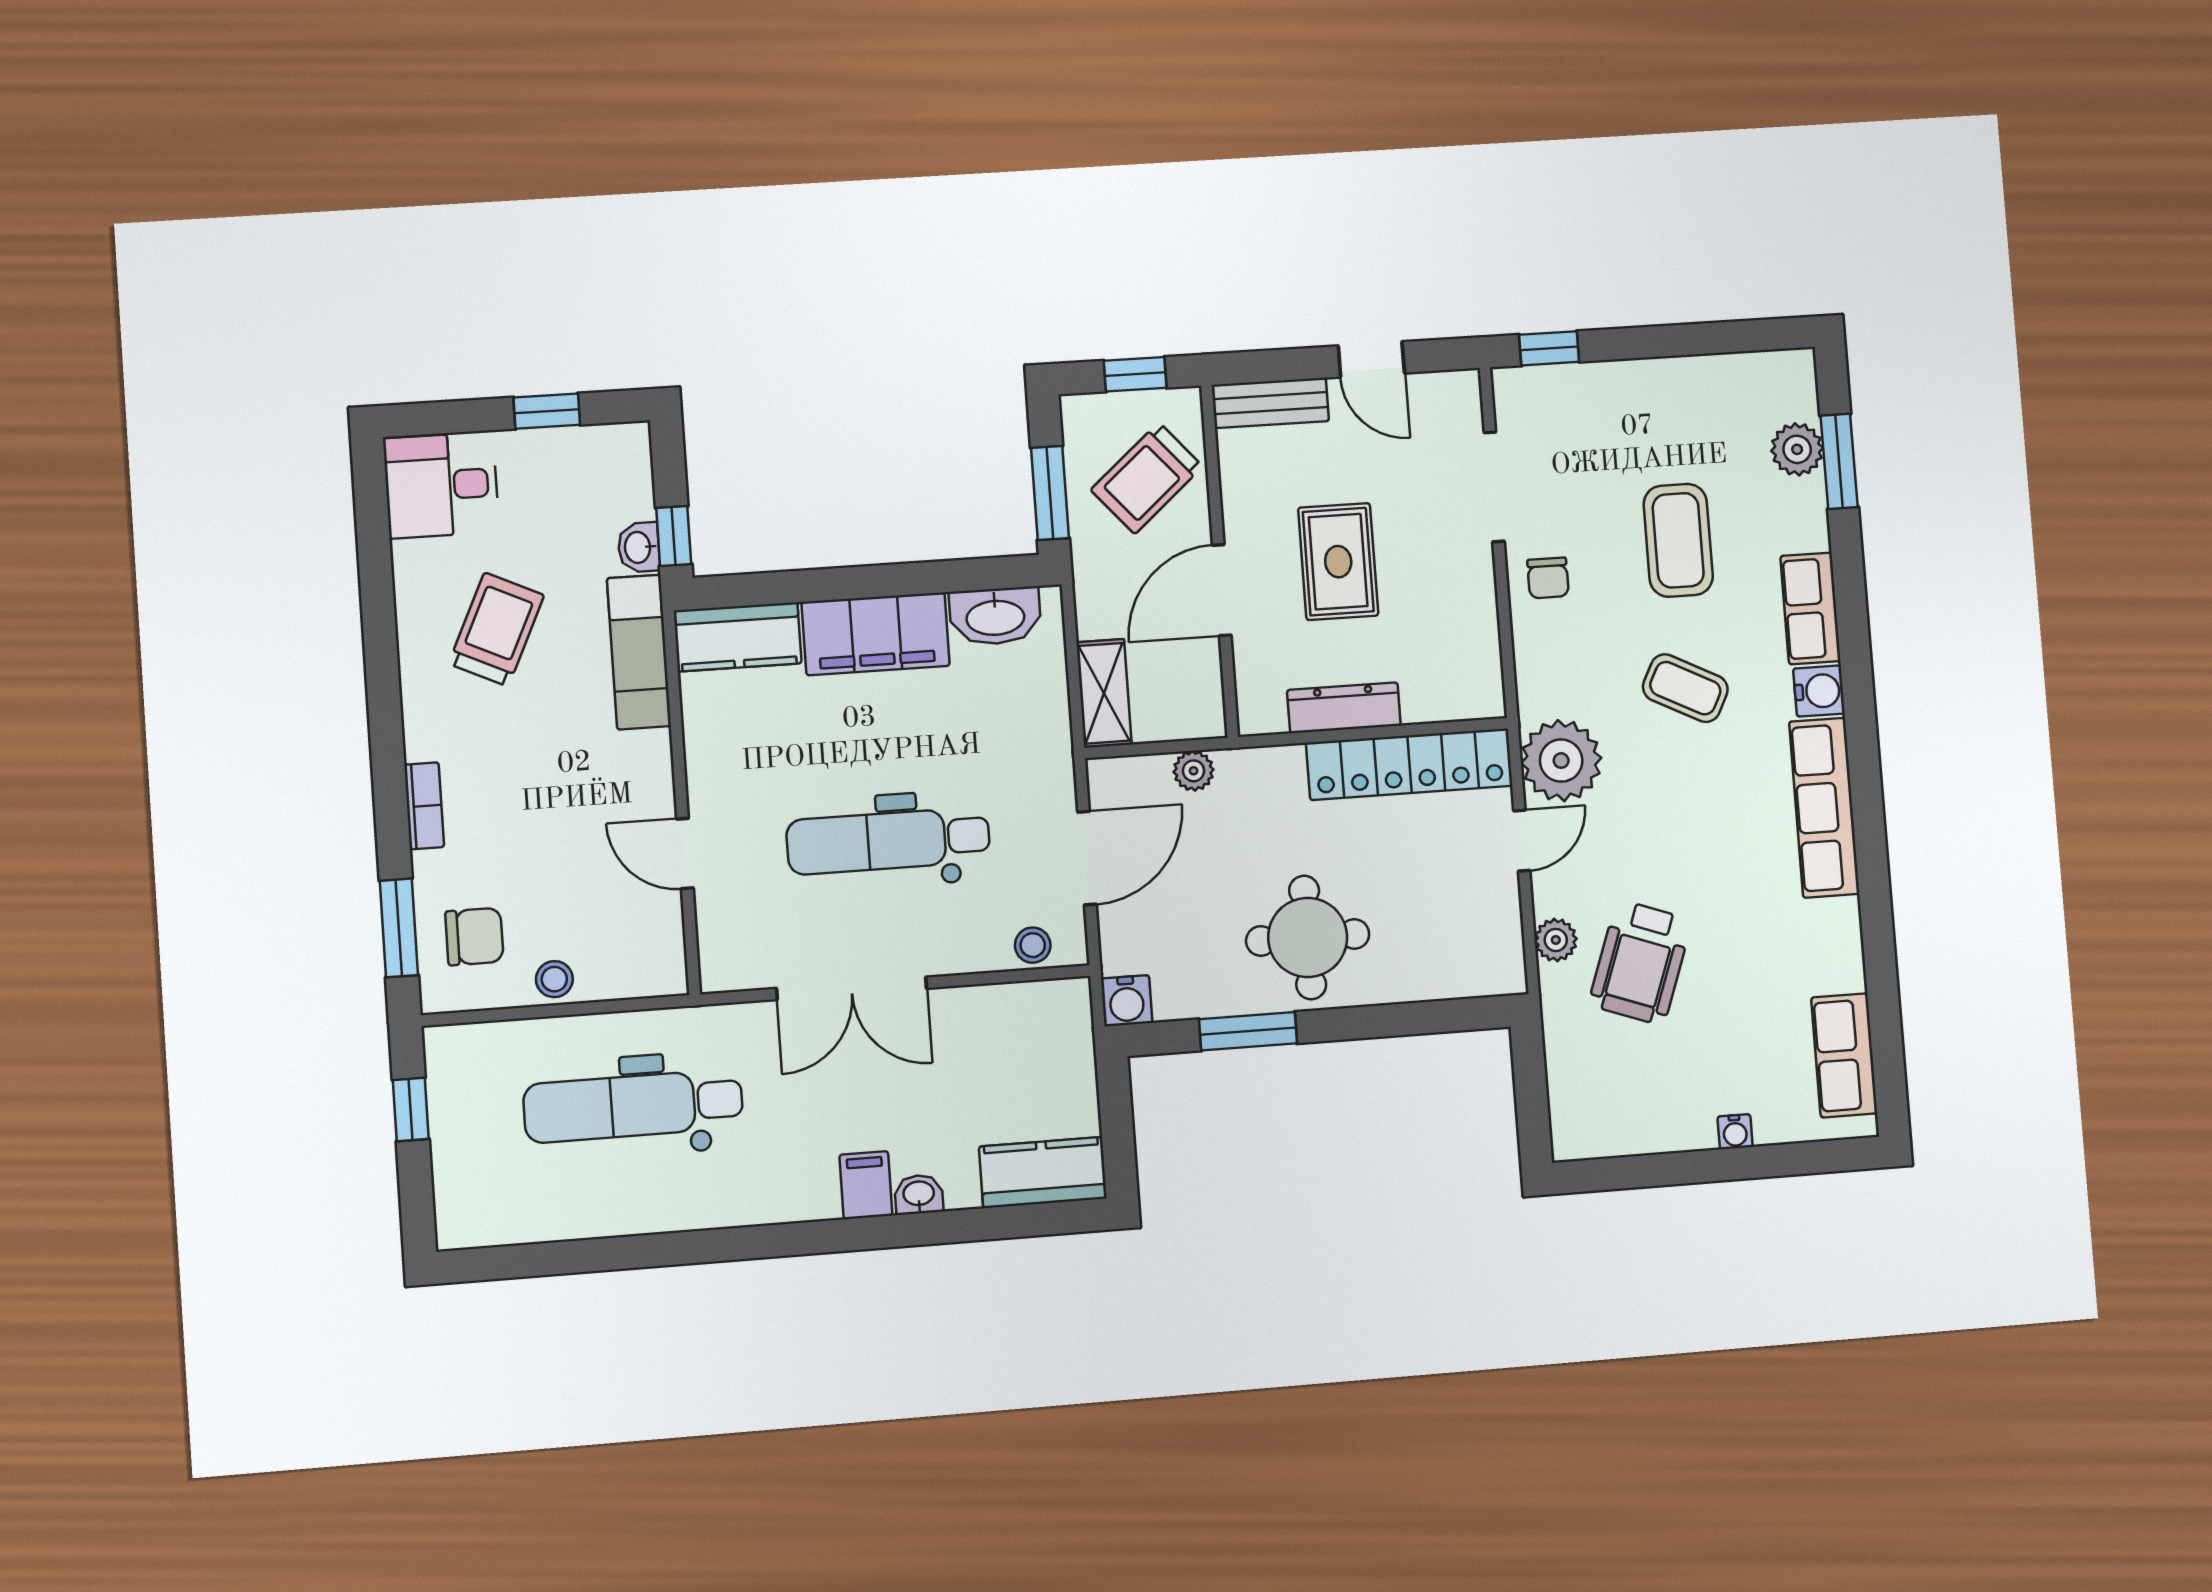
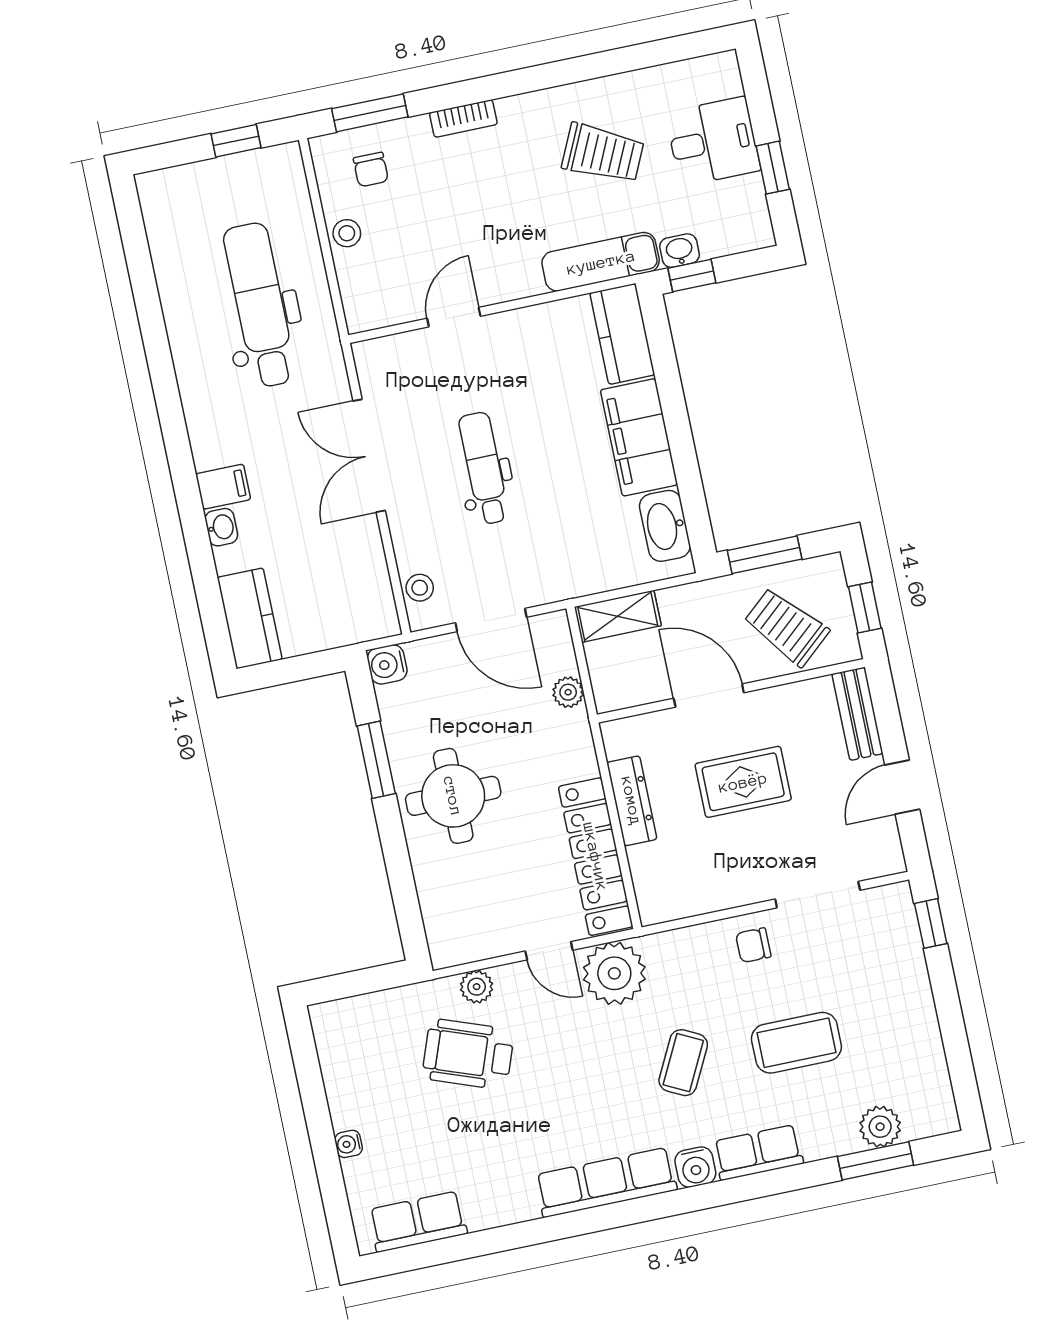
desk: (441, 485) -> (713, 141), moved, turned 90
dental chair: (888, 841) -> (484, 468), width x0.73, depth x0.72
chair: (474, 936) -> (371, 170), width x0.73, depth x0.73

